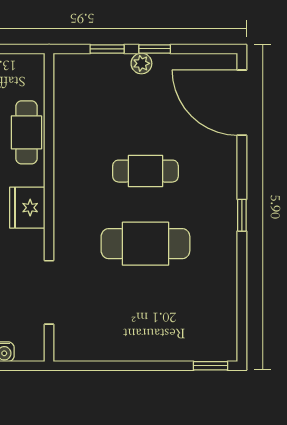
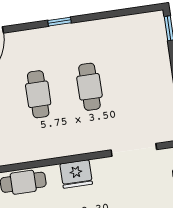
cafe table: (145, 244) -> (89, 87), width x0.73, depth x0.74

